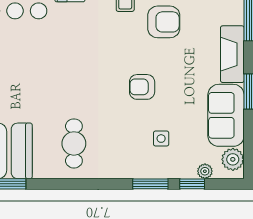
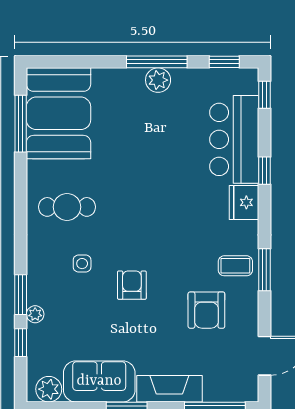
side table: (161, 139) -> (82, 264), moved
plant: (205, 171) -> (35, 314), moved

